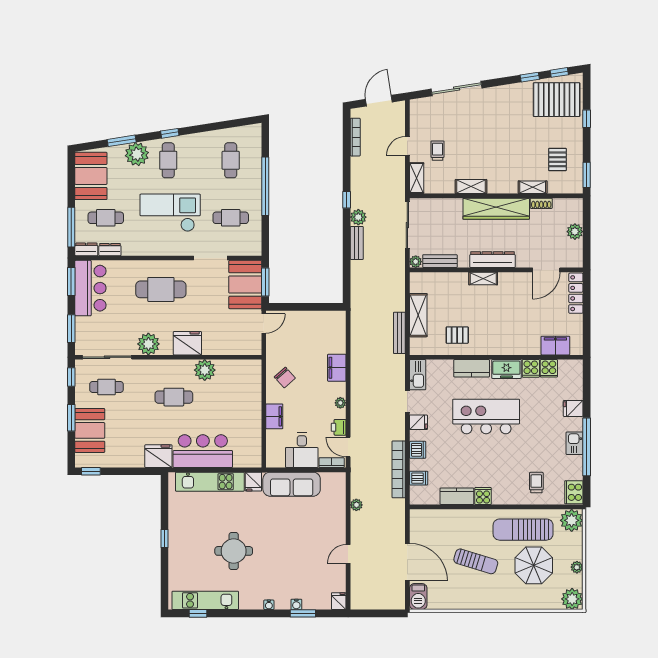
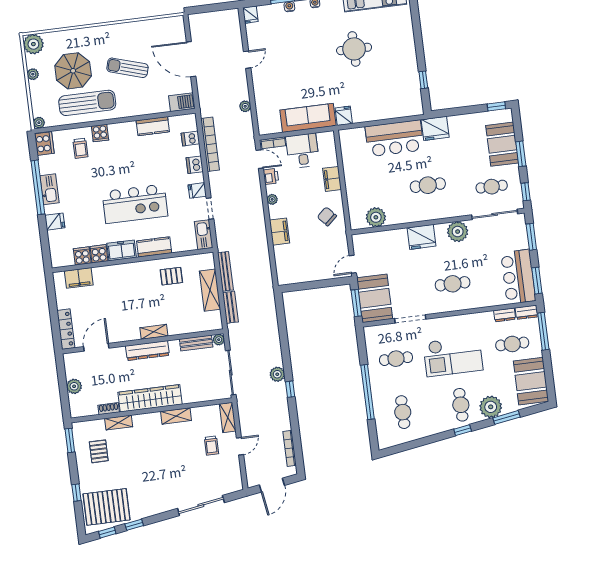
bench: (357, 243) -> (231, 307), moved
cafe table: (161, 289) -> (453, 284), width x0.73, depth x0.74
plant: (205, 370) -> (376, 217), moved
kitchen sink: (575, 443) -> (49, 189), width x1.38
kitchen unit: (210, 482) -> (384, 111), removed
cooker: (483, 496) -> (100, 133), moved
plant: (572, 520) -> (39, 123), width x0.53, depth x0.53
window: (165, 539) -> (423, 80), moved
barbecue: (418, 597) -> (182, 102), moved, turned 90

